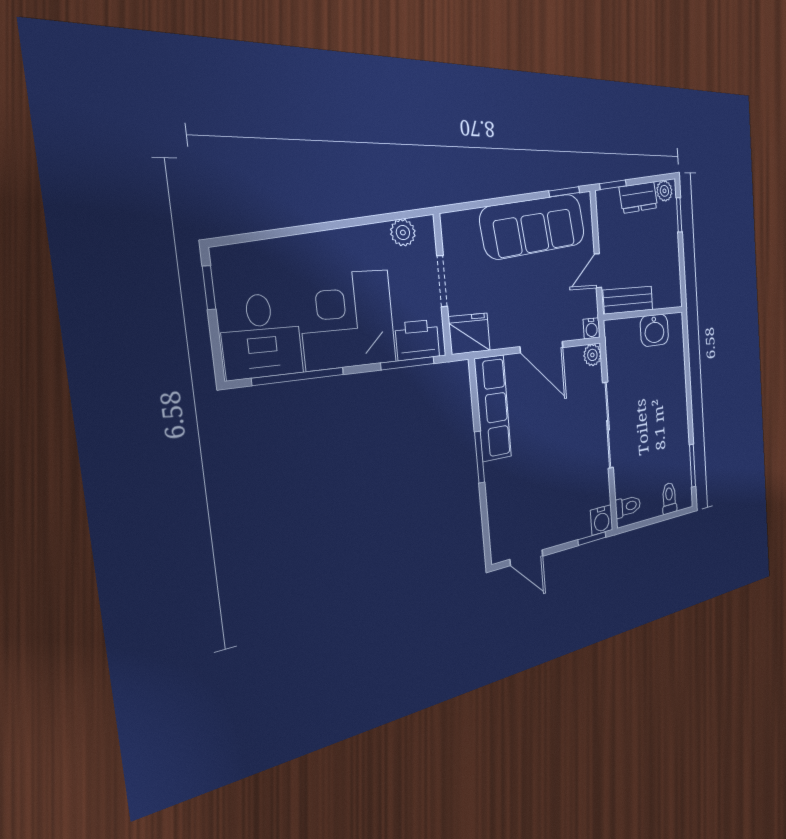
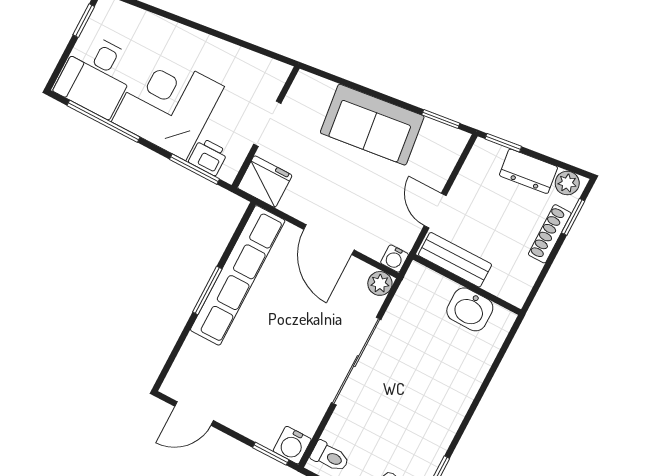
sofa: (534, 226) -> (372, 125), width x0.73
plant: (403, 233) -> (257, 66), removed
shoe rack: (672, 238) -> (550, 234), added
door: (598, 271) -> (435, 211), hinge flipped
printer: (417, 340) -> (208, 157), width x0.73, depth x0.81
row of seats: (493, 408) -> (238, 275), width x1.36
door: (526, 558) -> (194, 413), hinge flipped

